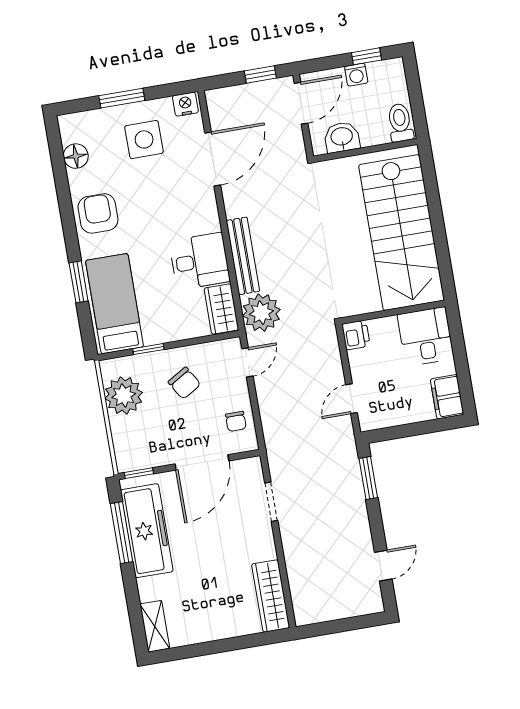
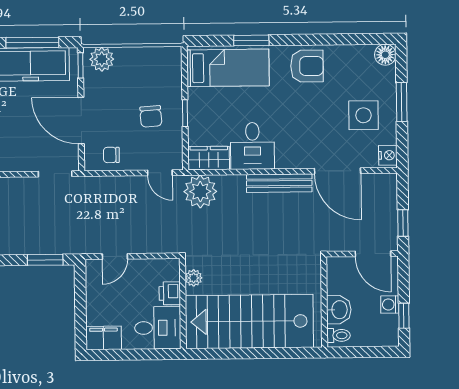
toilet: (400, 123) -> (339, 335), width x0.73, depth x0.72
washbasin: (342, 137) -> (339, 310), moved
floor lamp: (76, 156) -> (385, 55), moved
bench: (243, 256) -> (279, 183), moved
plant: (362, 304) -> (194, 278), added
printer: (356, 335) -> (170, 293), moved, turned 90
window: (148, 349) -> (185, 113), moved
chair: (184, 383) -> (151, 116), turned -63
plant: (124, 396) -> (102, 59), moved, width x0.73, depth x0.73
door: (352, 399) -> (115, 256), swing flipped
doorway: (271, 502) -> (55, 174), moved

